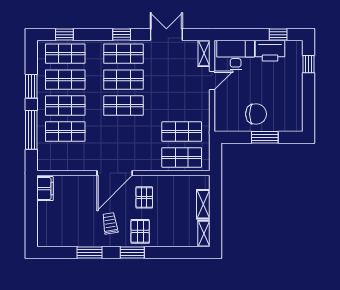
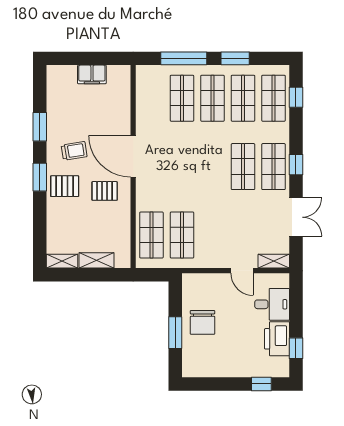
desk: (236, 55) -> (272, 304), width x0.73
shop shelf: (123, 106) -> (212, 167), removed
filing cabinet: (45, 189) -> (92, 74), moved

